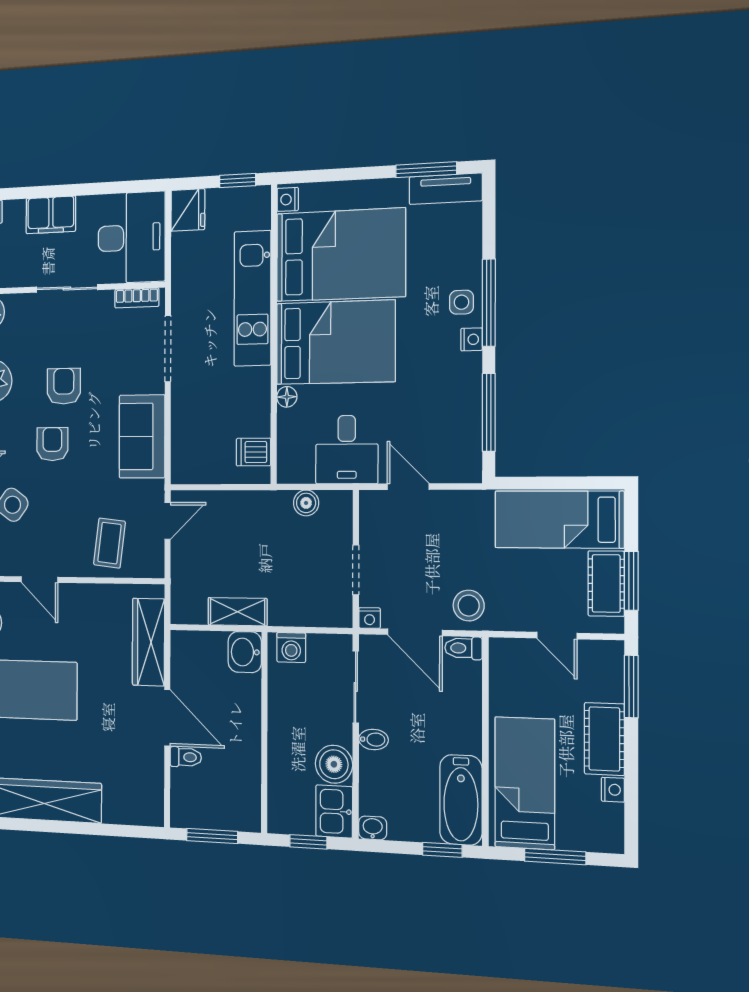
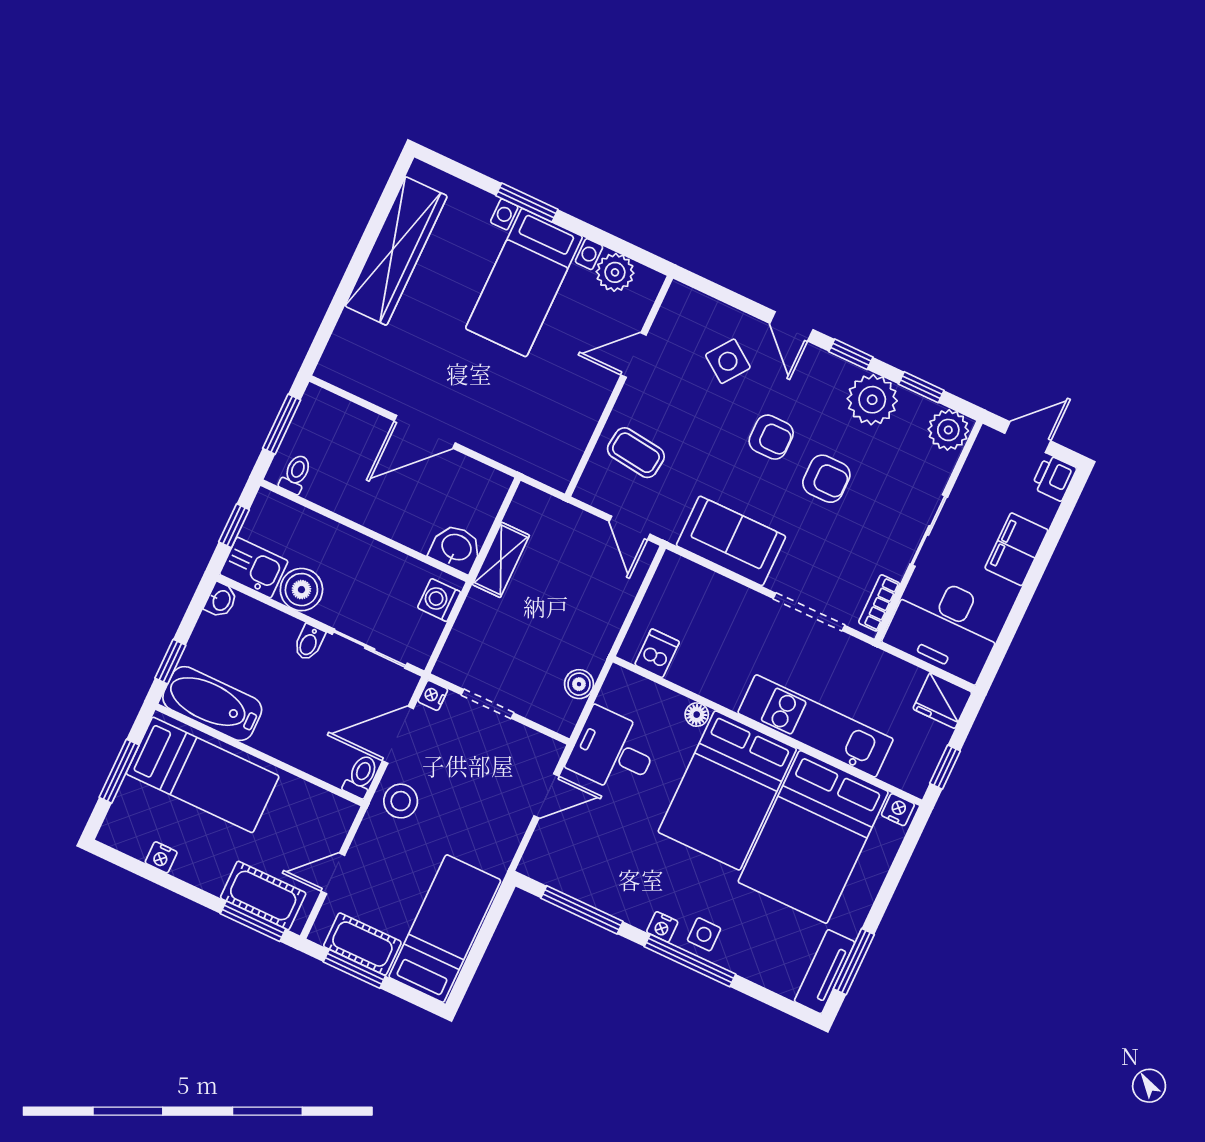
wardrobe: (148, 642) -> (513, 448), removed
cot: (604, 739) -> (263, 896), moved
toilet: (186, 757) -> (296, 474), moved, turned 180

